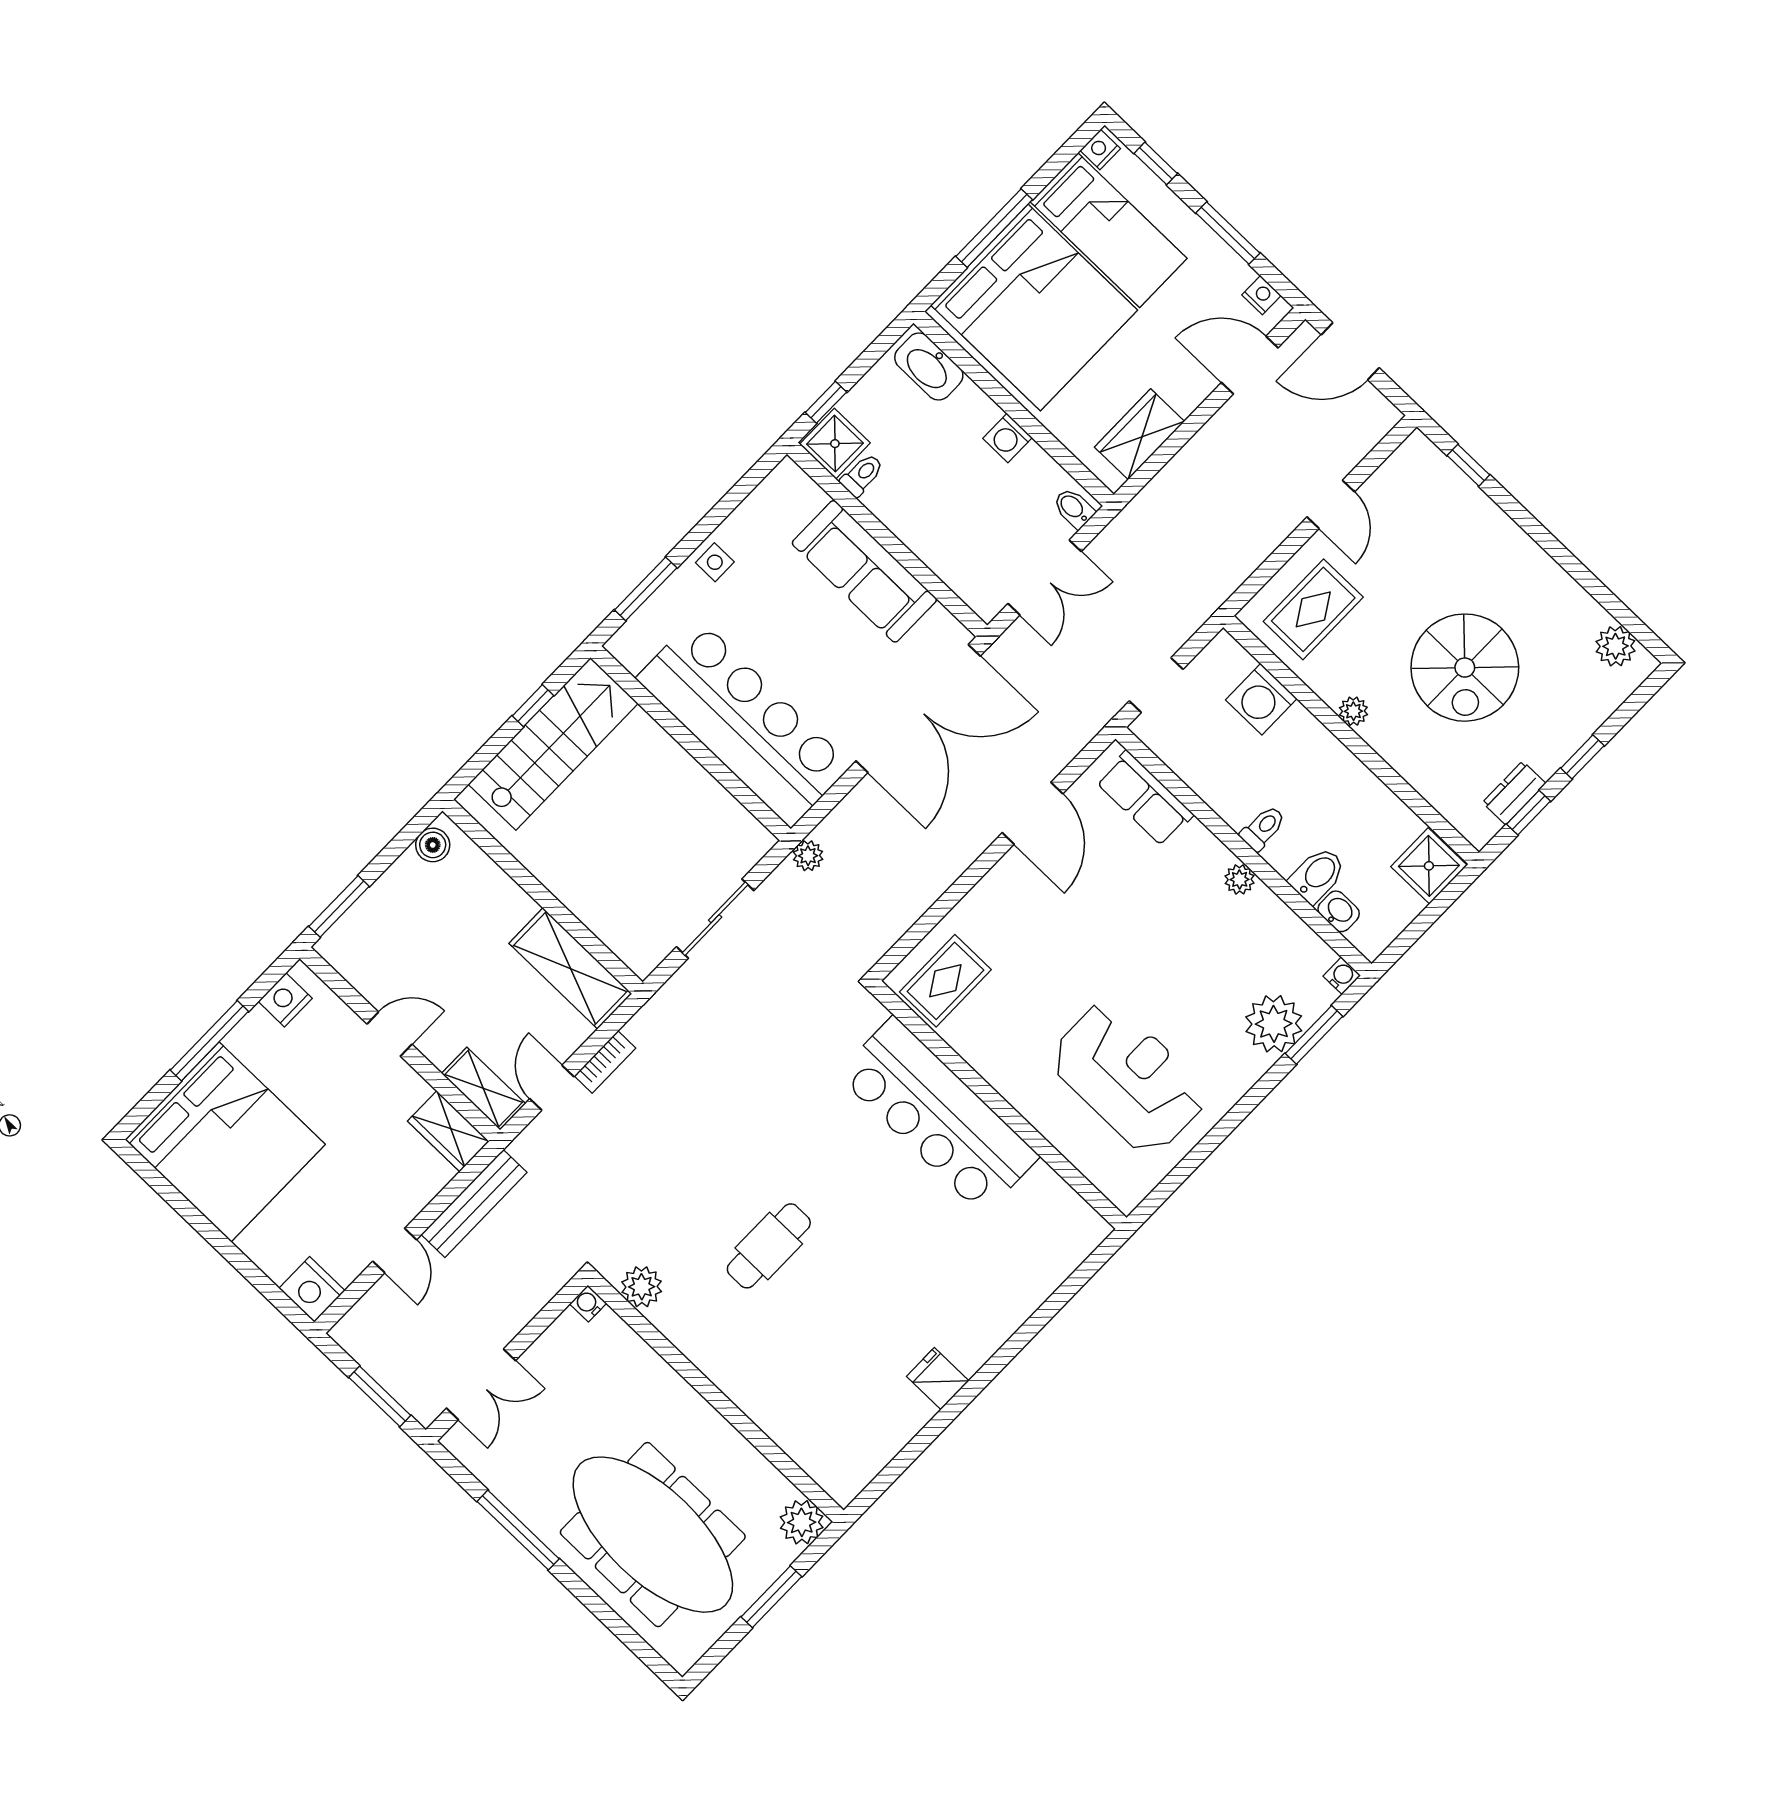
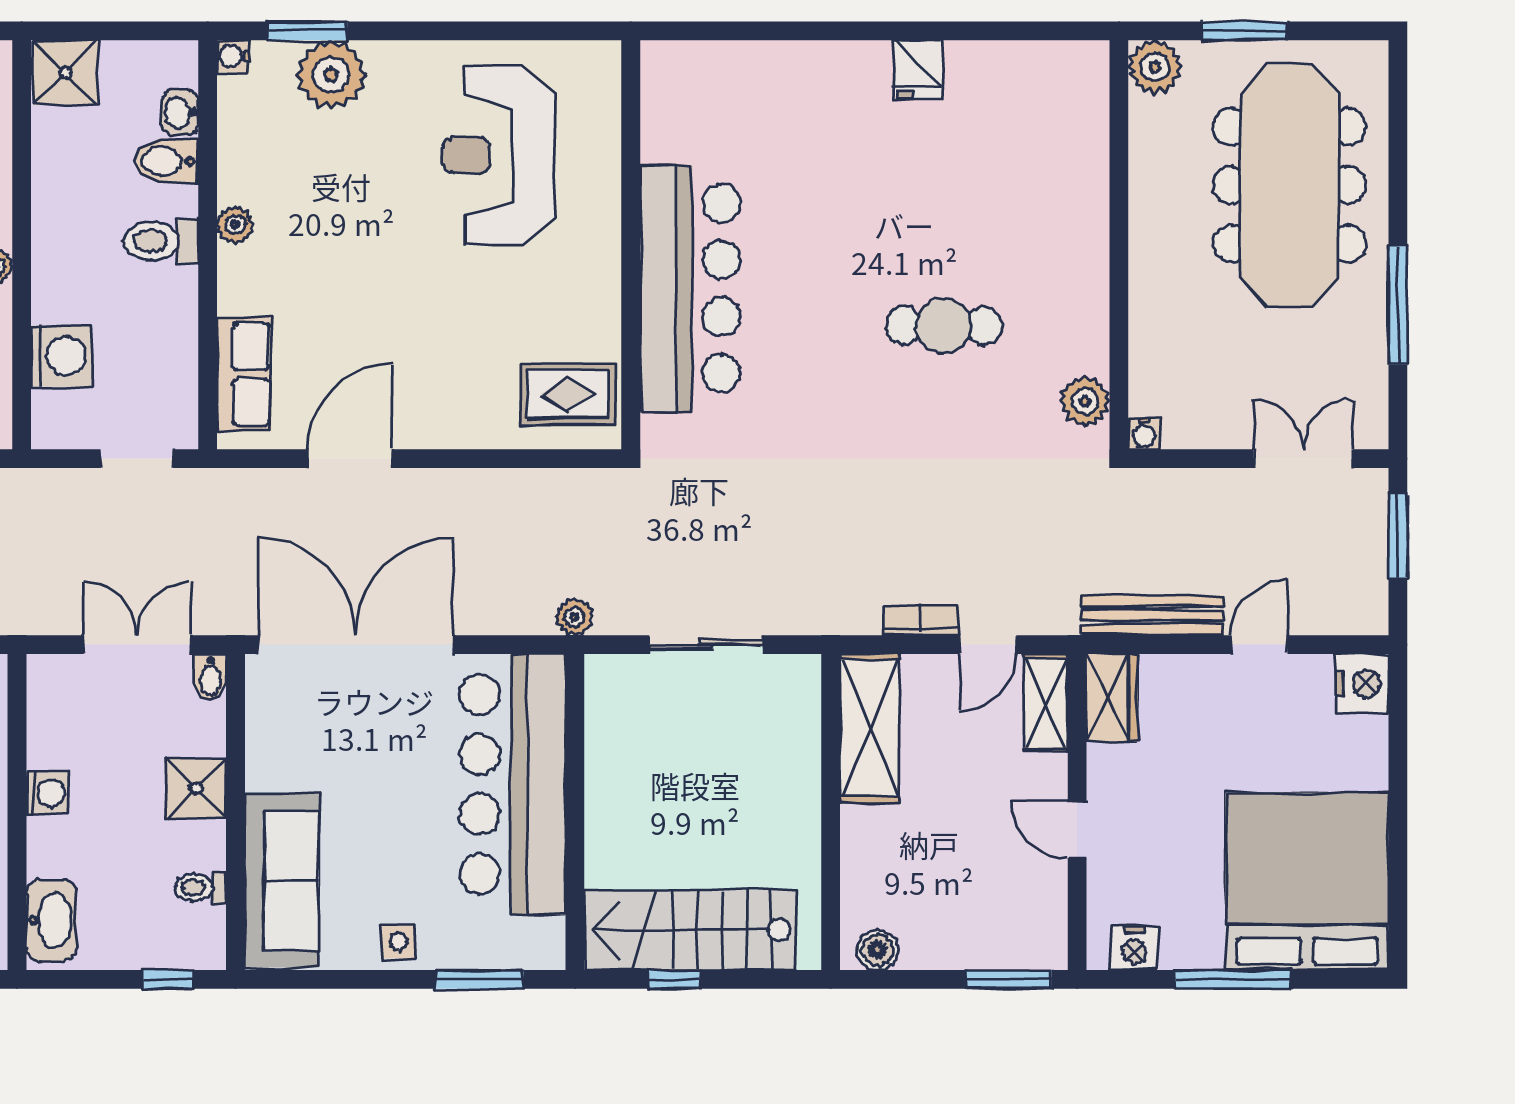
shower: (835, 444) -> (196, 788), moved
bidet: (1074, 508) -> (210, 677), moved
sofa: (864, 571) -> (282, 880), moved
toilet: (1263, 828) -> (161, 241), width x1.37, depth x1.39

